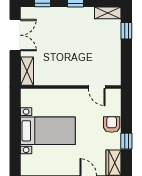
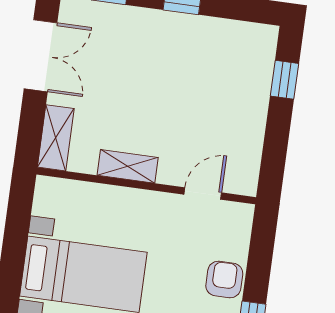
shelving: (108, 13) -> (128, 166), moved
door: (97, 87) -> (203, 193), swing flipped

